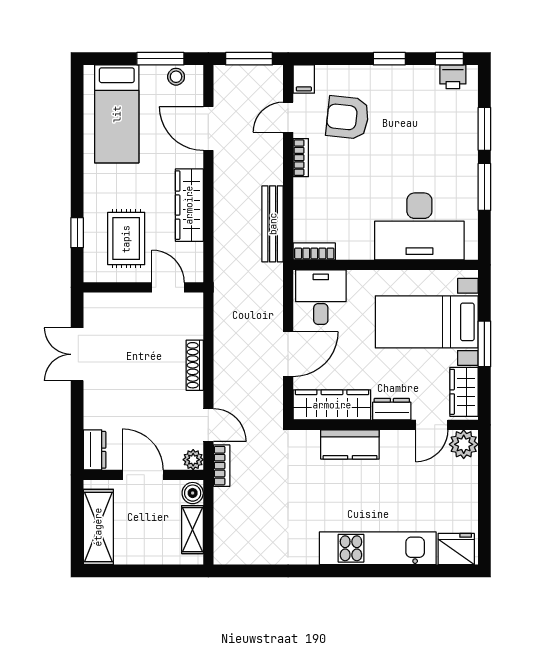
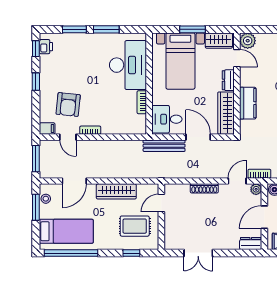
window: (77, 123) -> (71, 253), added
bench: (273, 224) -> (164, 146), moved
bookcase: (314, 251) -> (142, 102), moved

